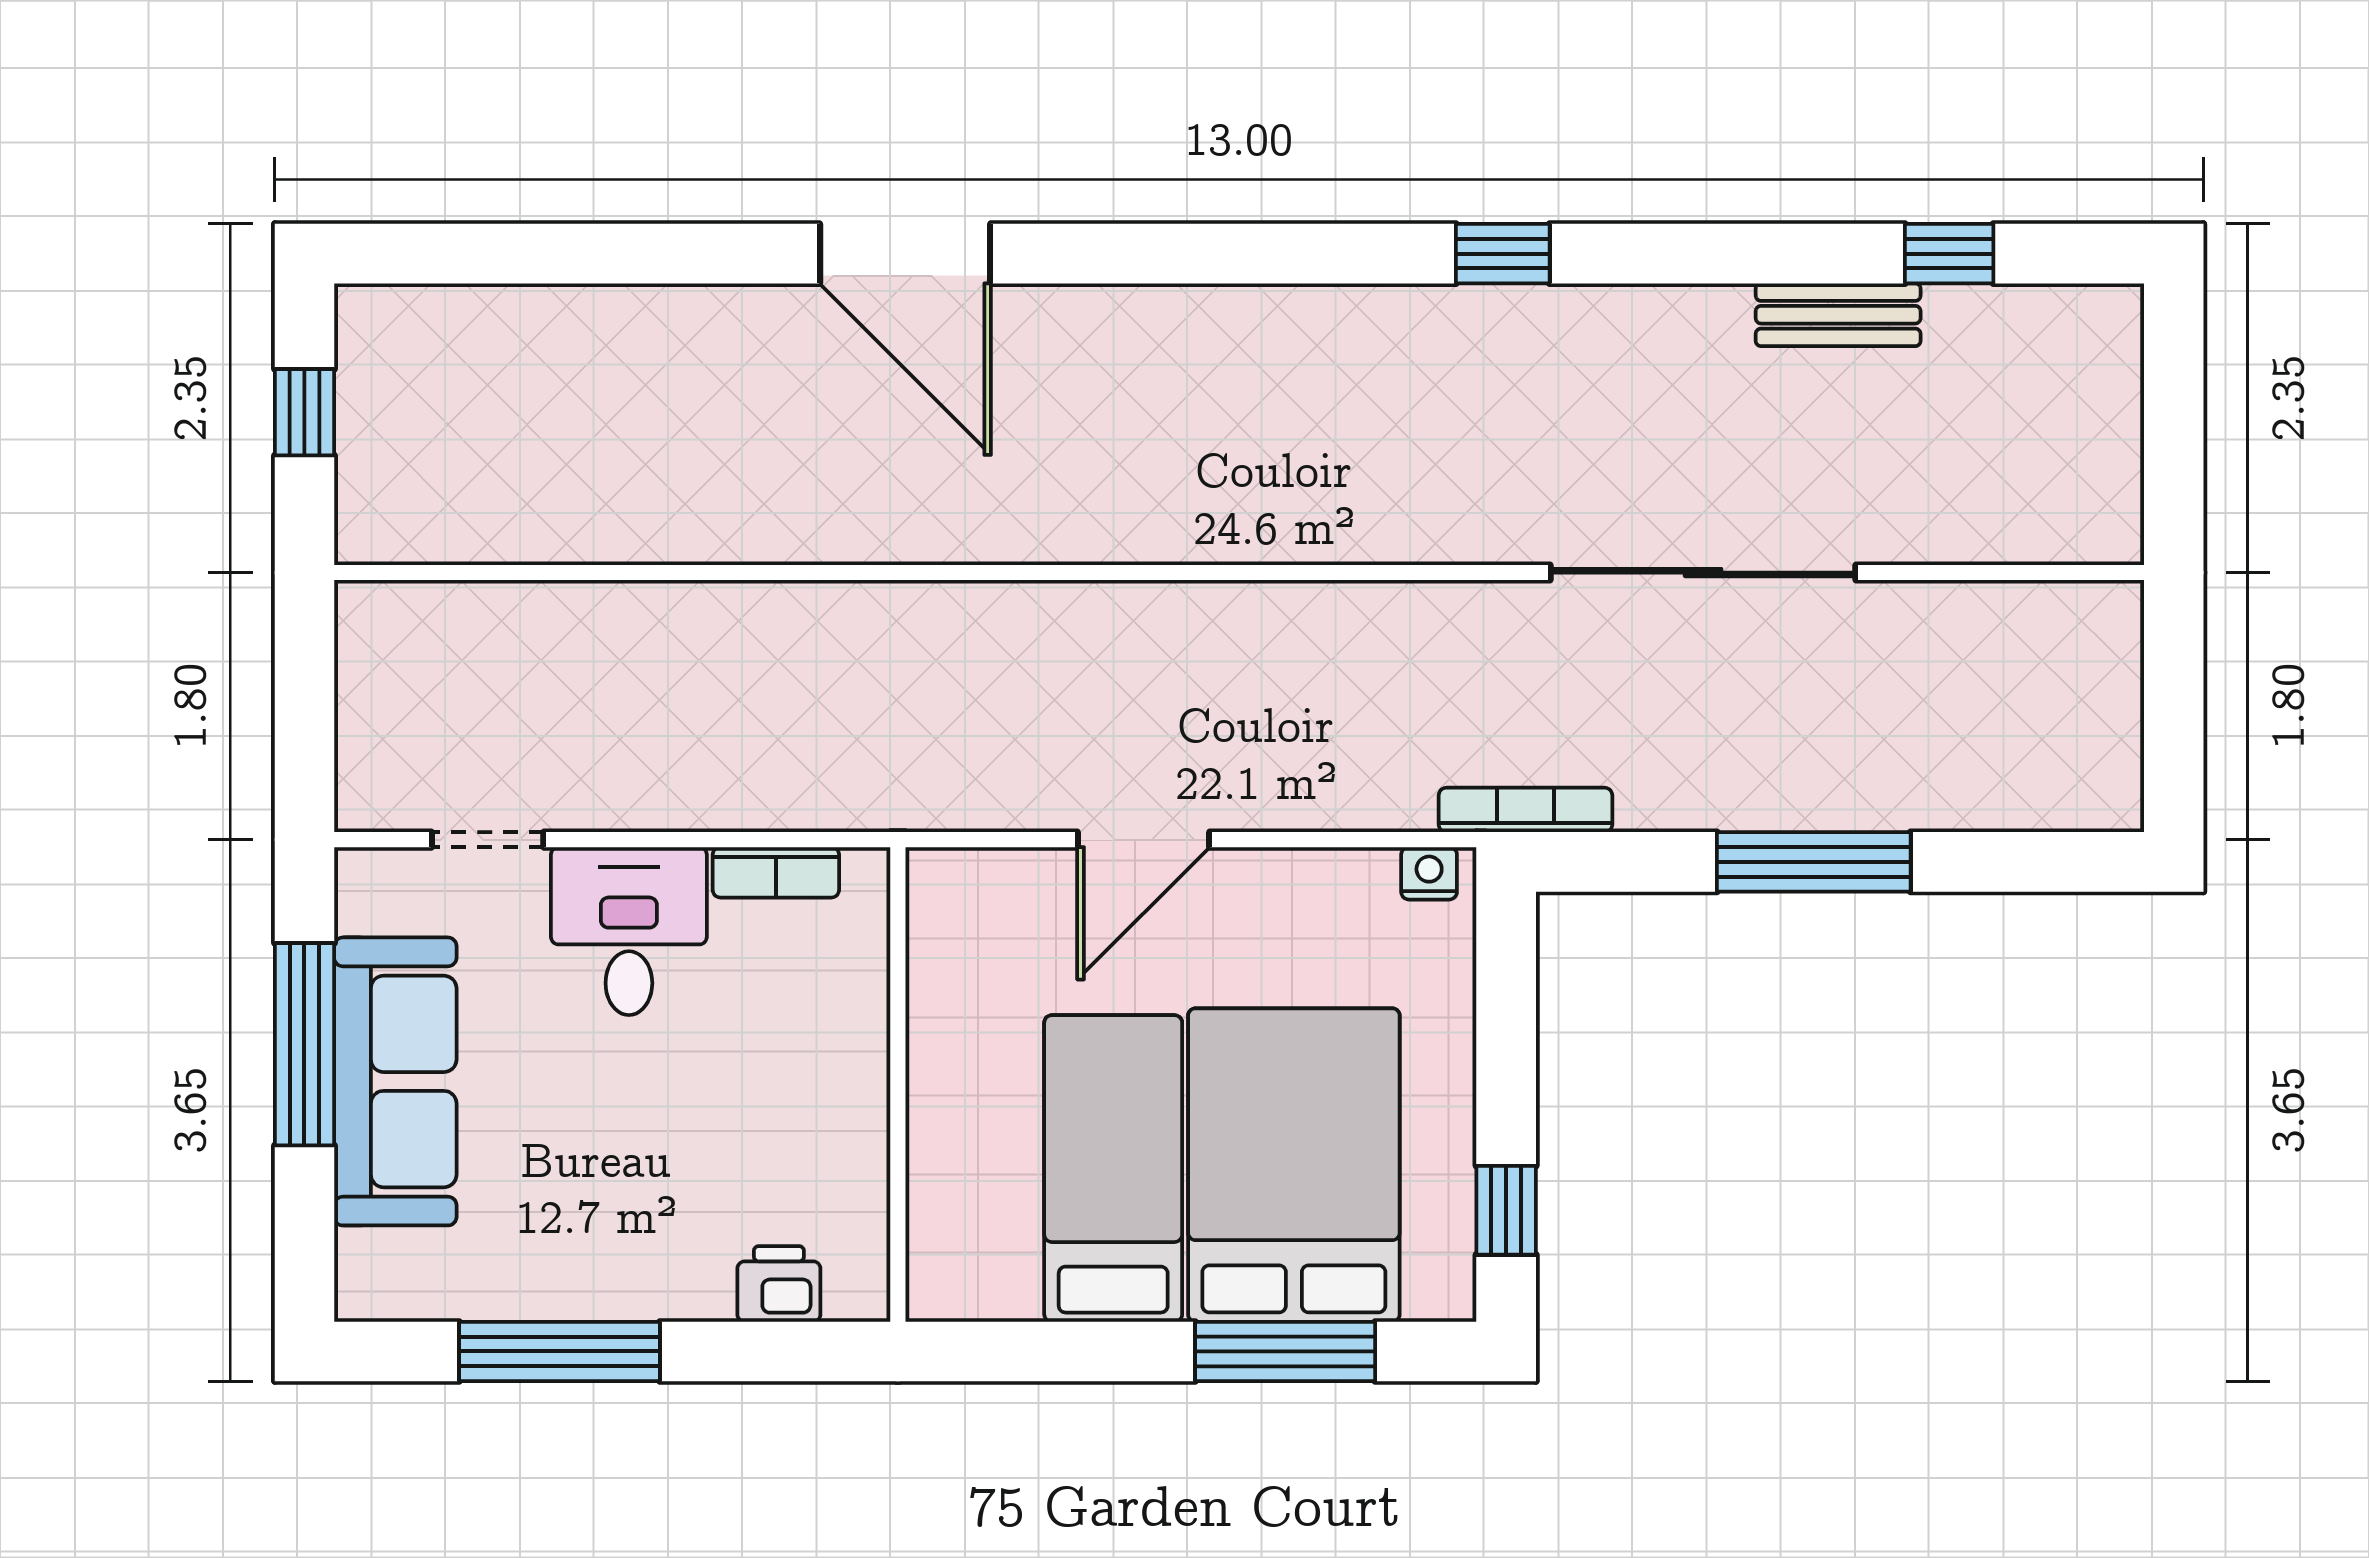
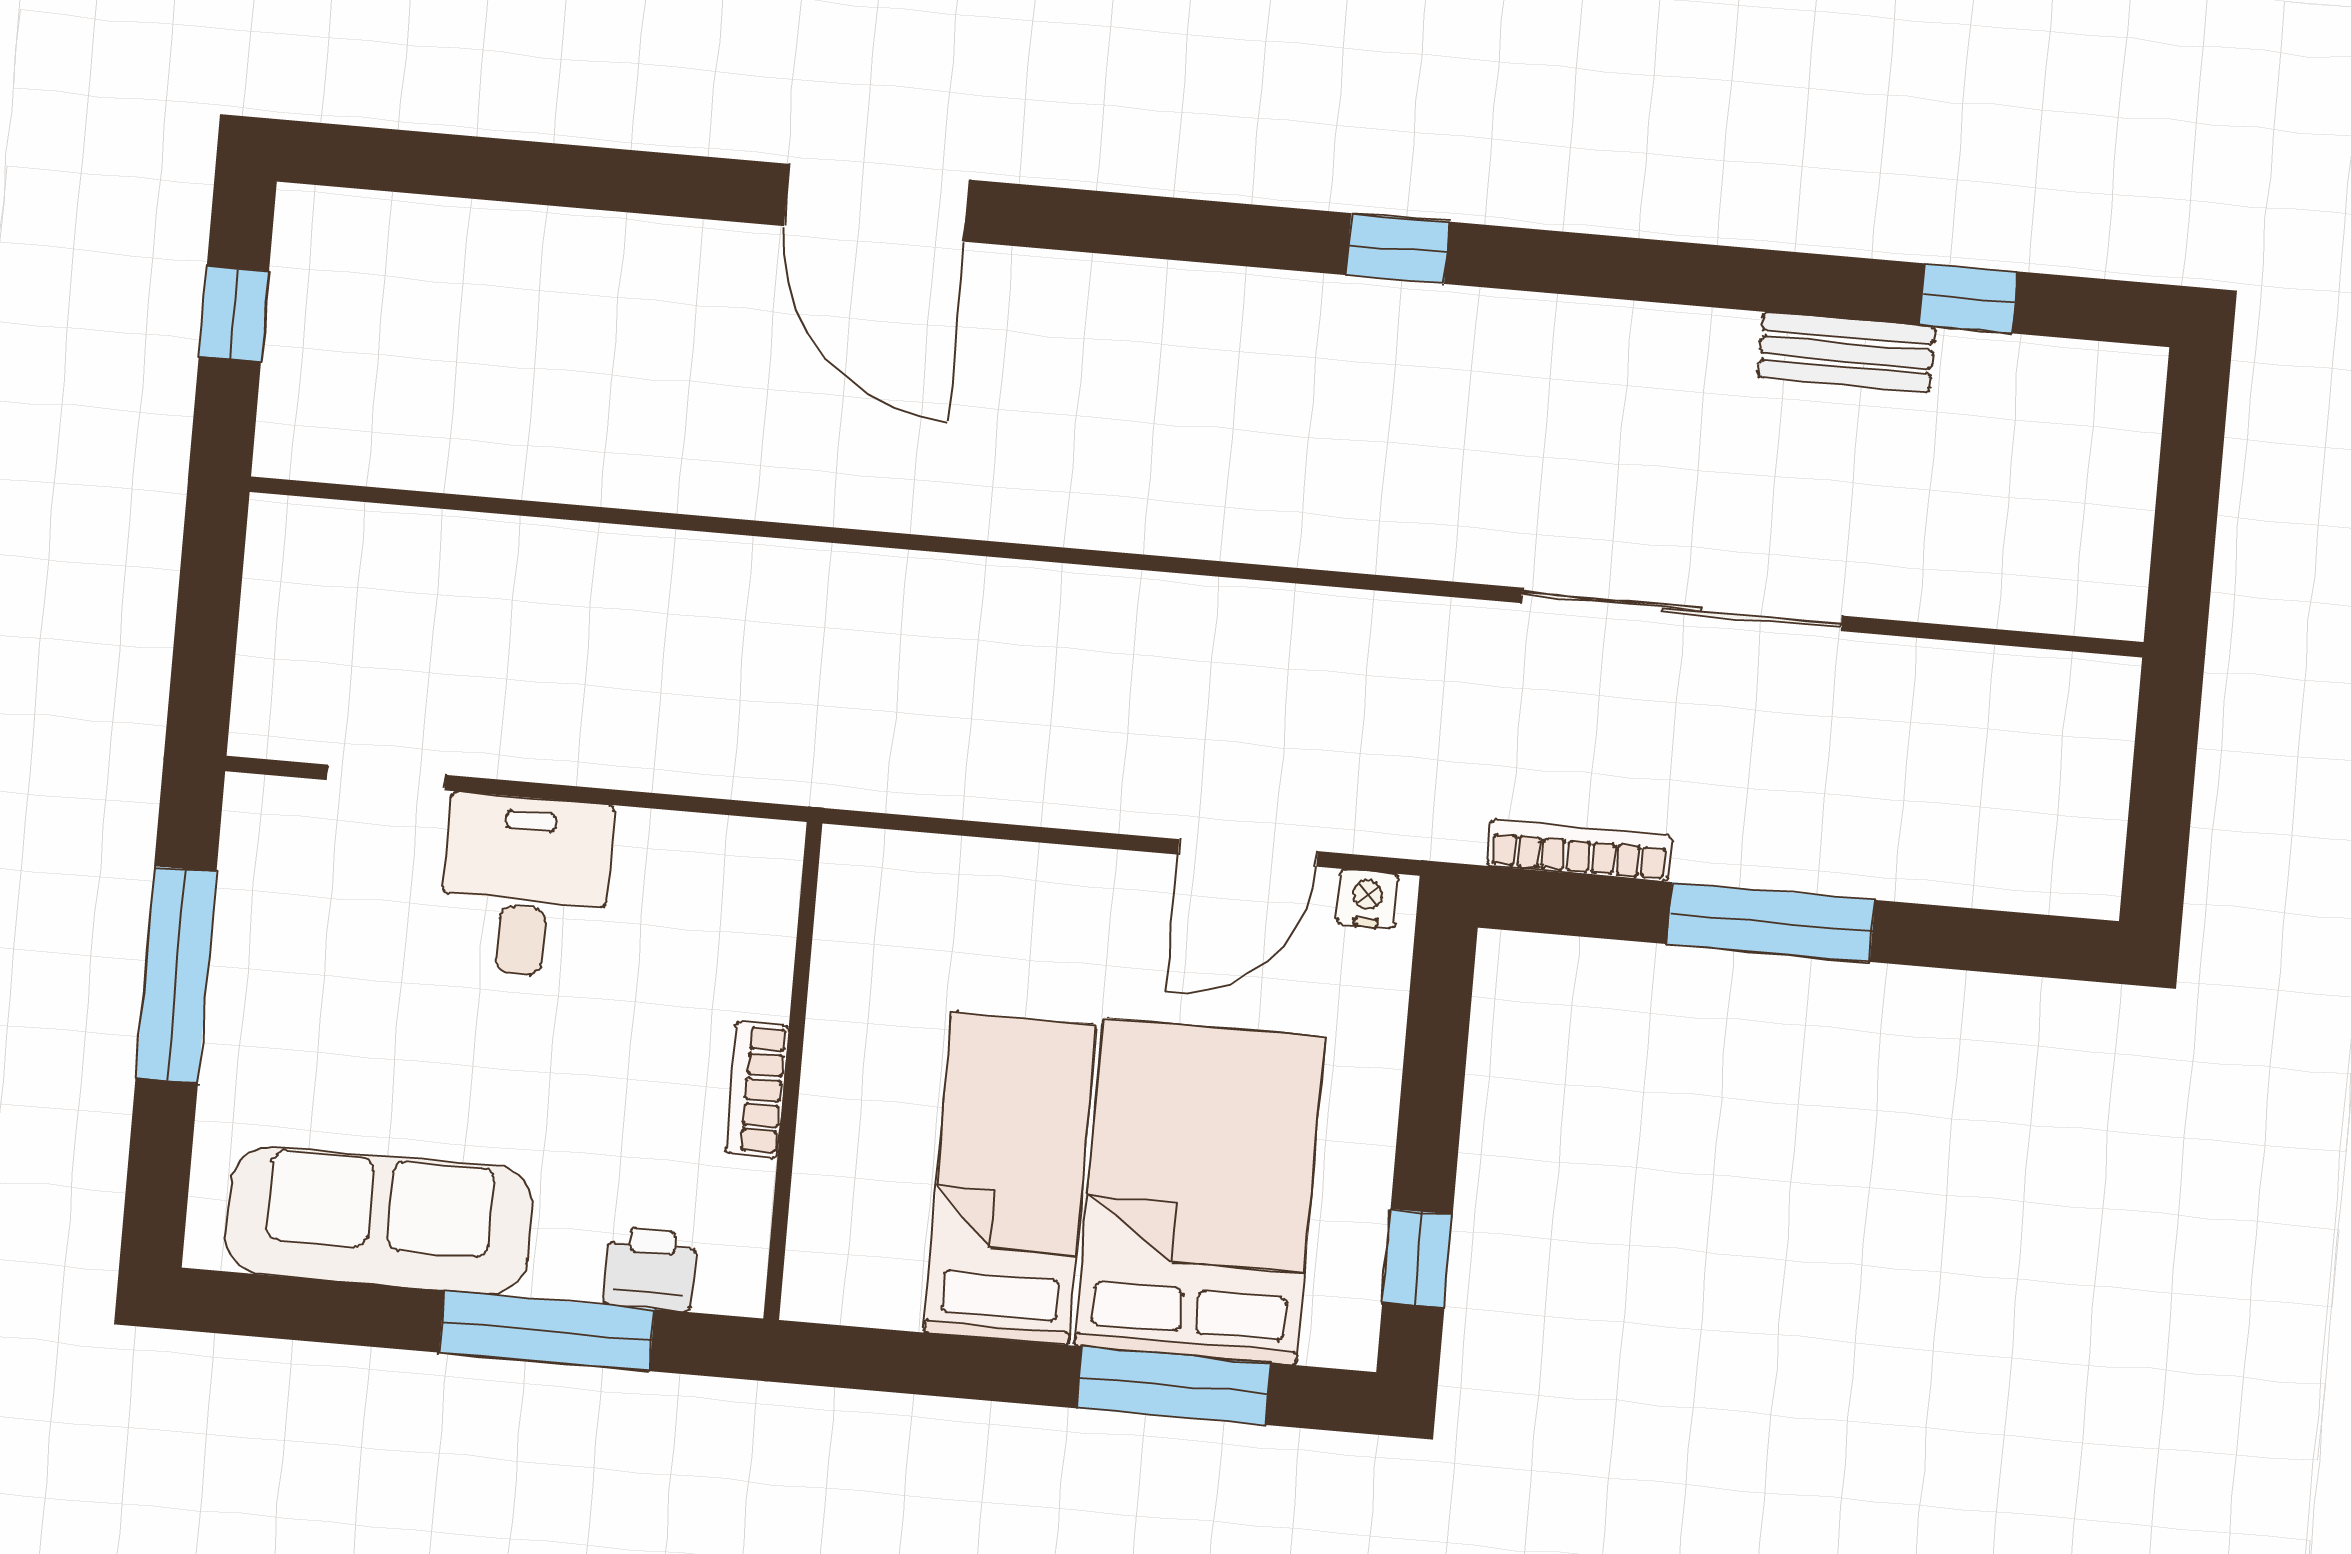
window: (1503, 254) -> (1398, 248), moved
bookcase: (1525, 810) -> (1579, 851), moved
door: (1144, 840) -> (1248, 853), moved
bookcase: (776, 872) -> (757, 1089), moved, turned 90
sofa: (395, 1081) -> (379, 1220), moved, turned -90
window: (559, 1351) -> (547, 1331), moved

